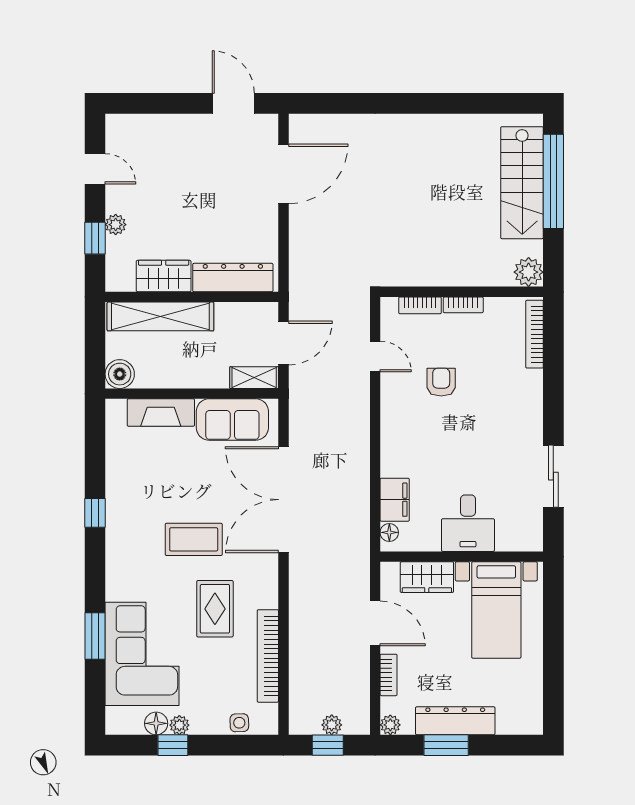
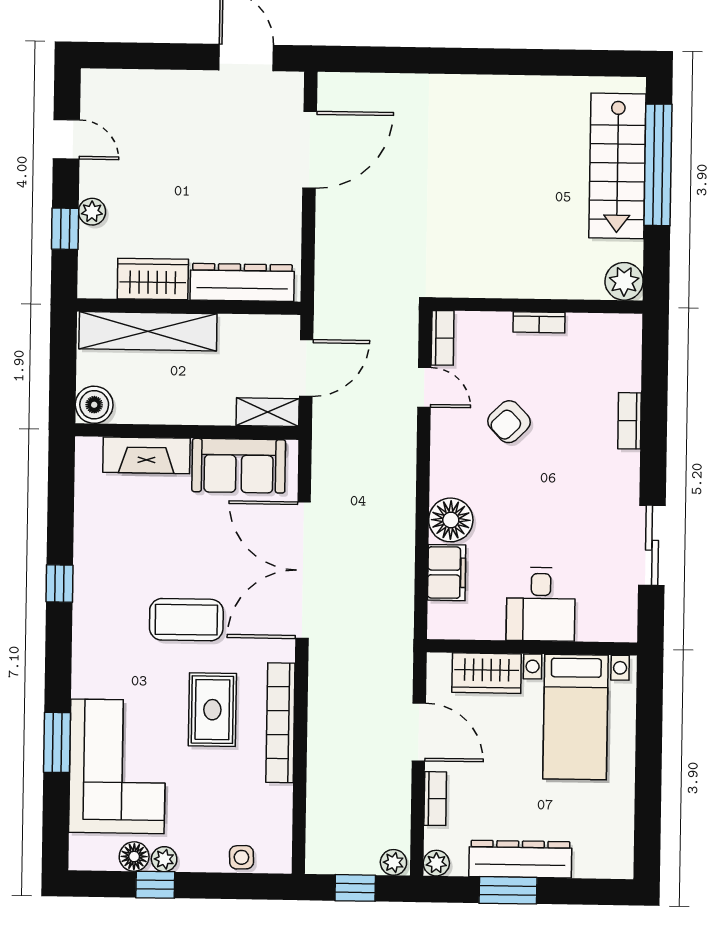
bookcase: (420, 305) -> (443, 338), moved, turned -90
bookcase: (534, 334) -> (630, 421), moved, width x0.64
armchair: (441, 382) -> (509, 422), turned -134
floor lamp: (389, 532) -> (451, 520), moved, width x1.89, depth x1.89
bookcase: (268, 656) -> (280, 723), moved
plant: (332, 725) -> (393, 862), moved

